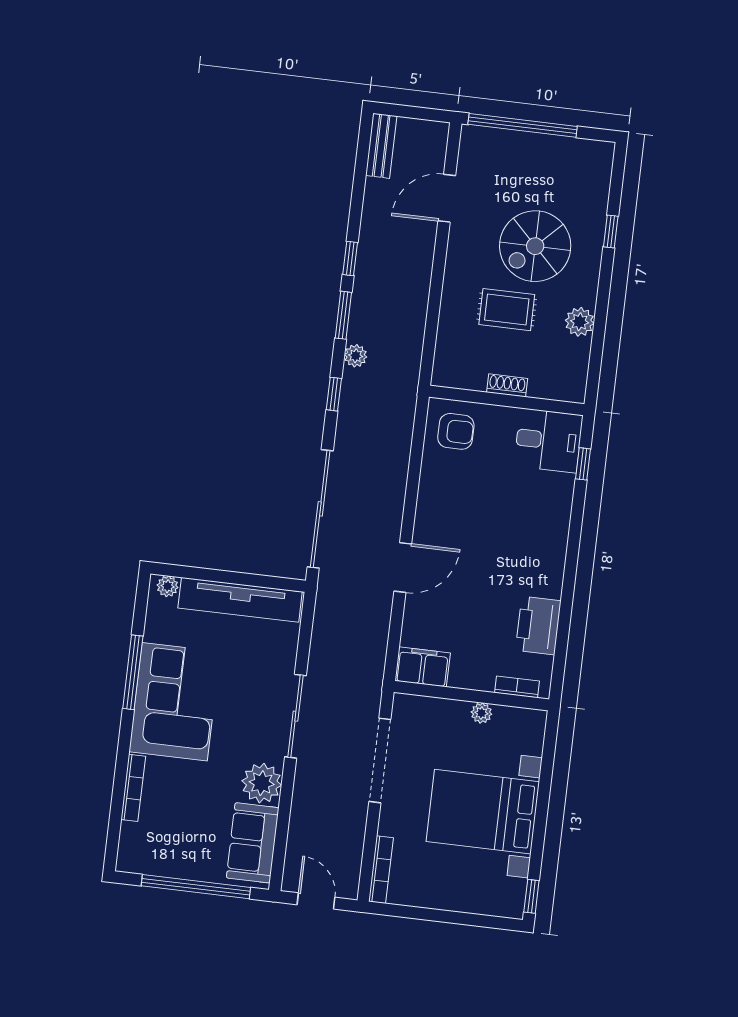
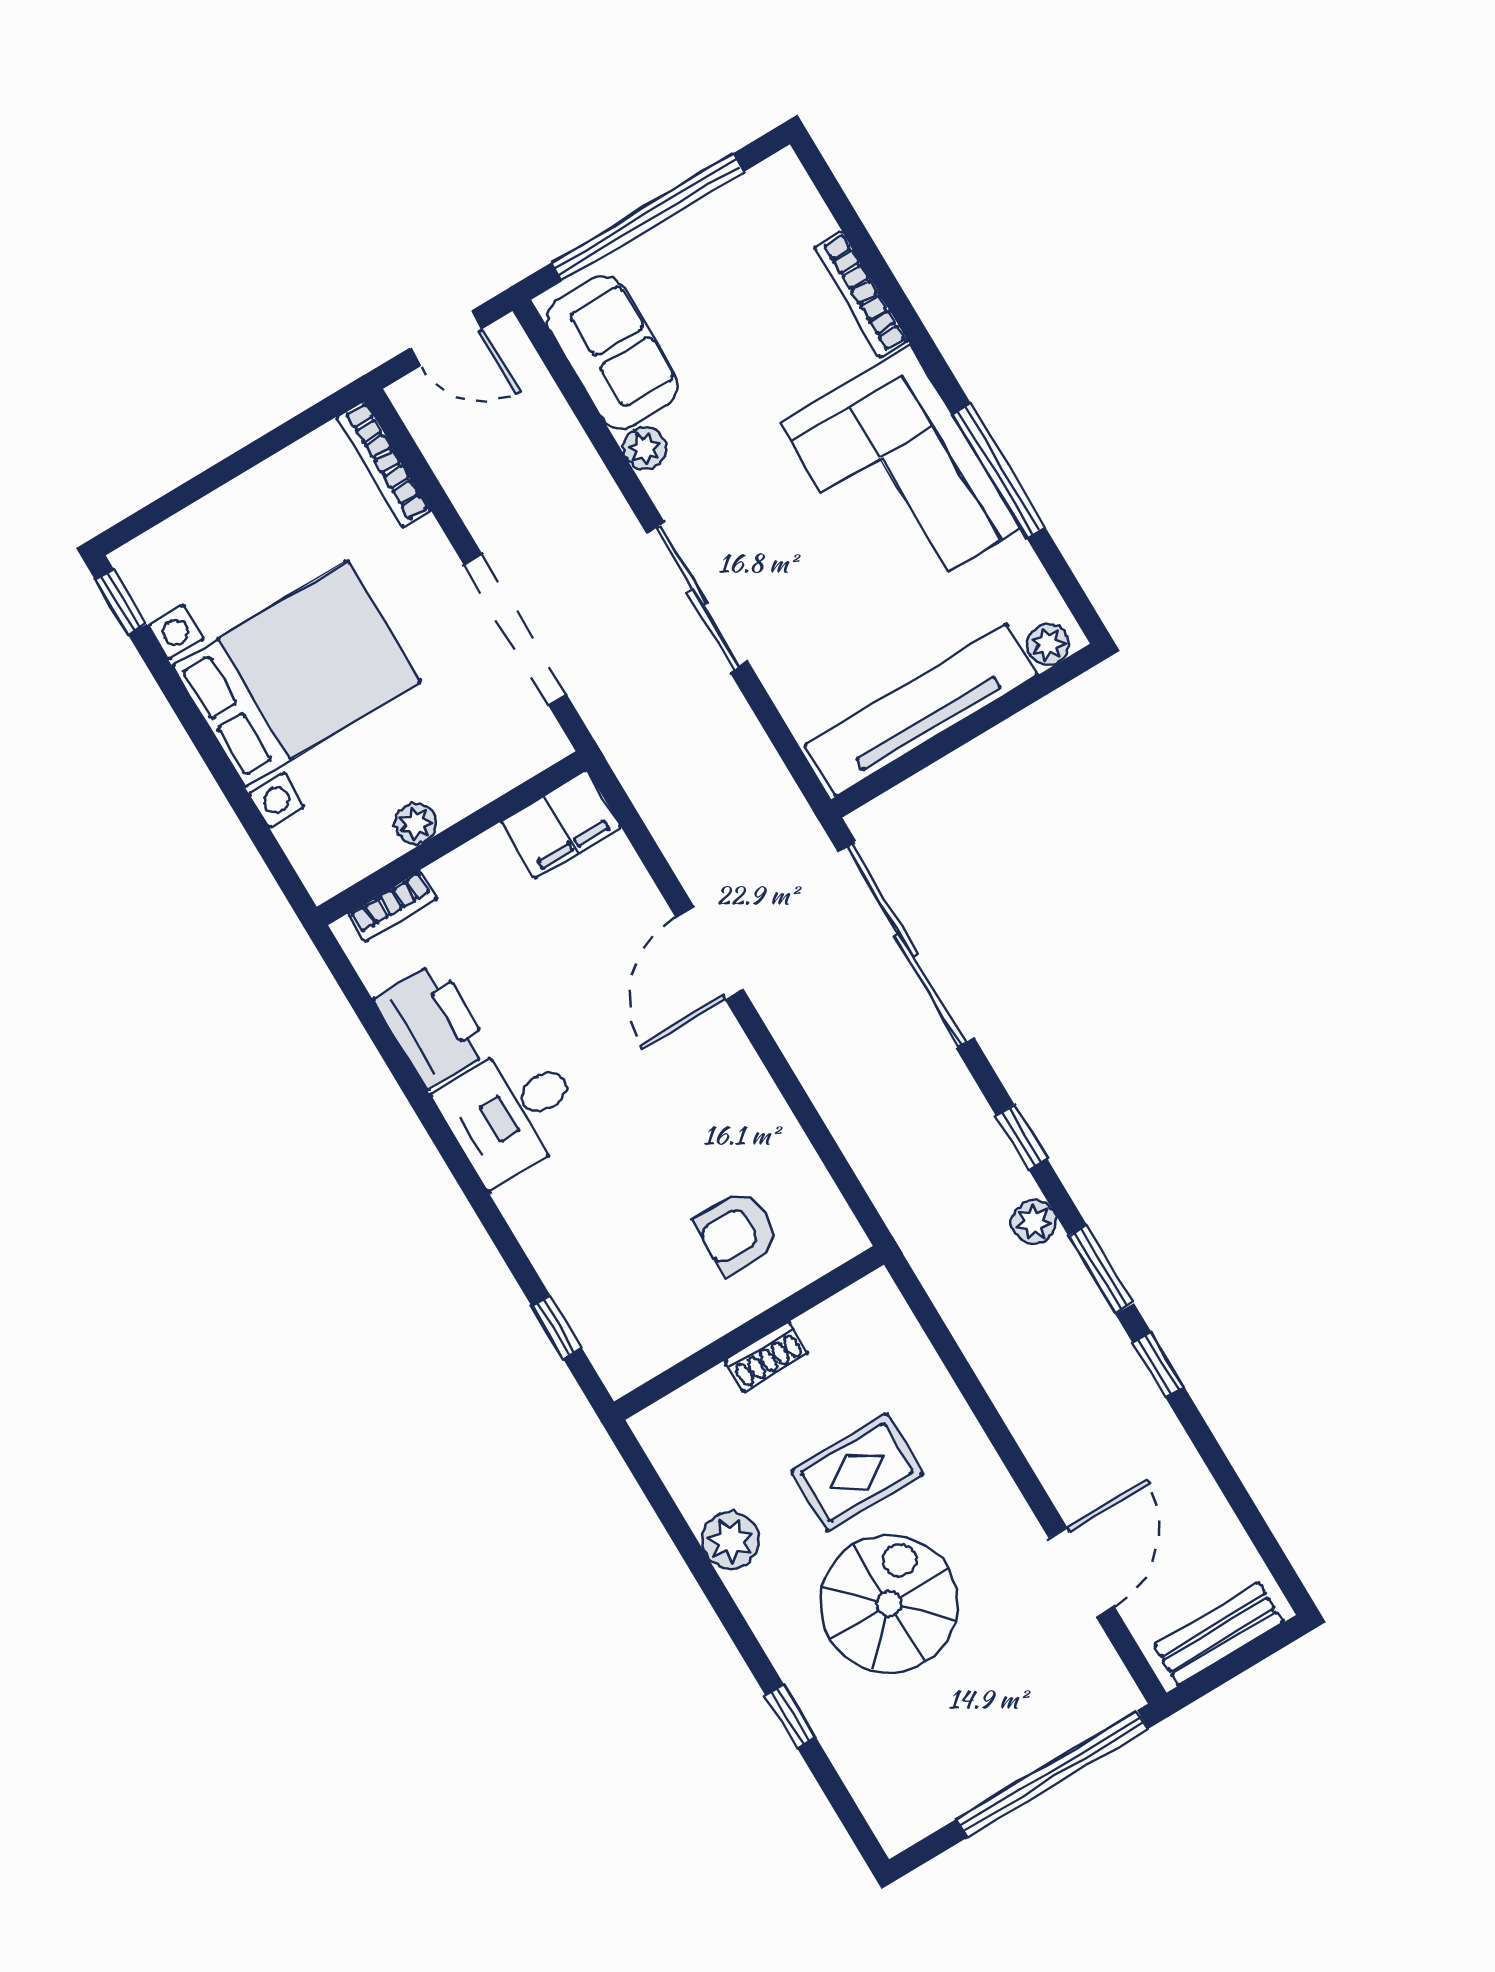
bench: (381, 146) -> (1219, 1634), moved, turned 90
armchair: (456, 431) -> (737, 1231), moved
desk: (548, 441) -> (512, 1112), moved
plant: (262, 783) -> (645, 448), width x0.53, depth x0.53

